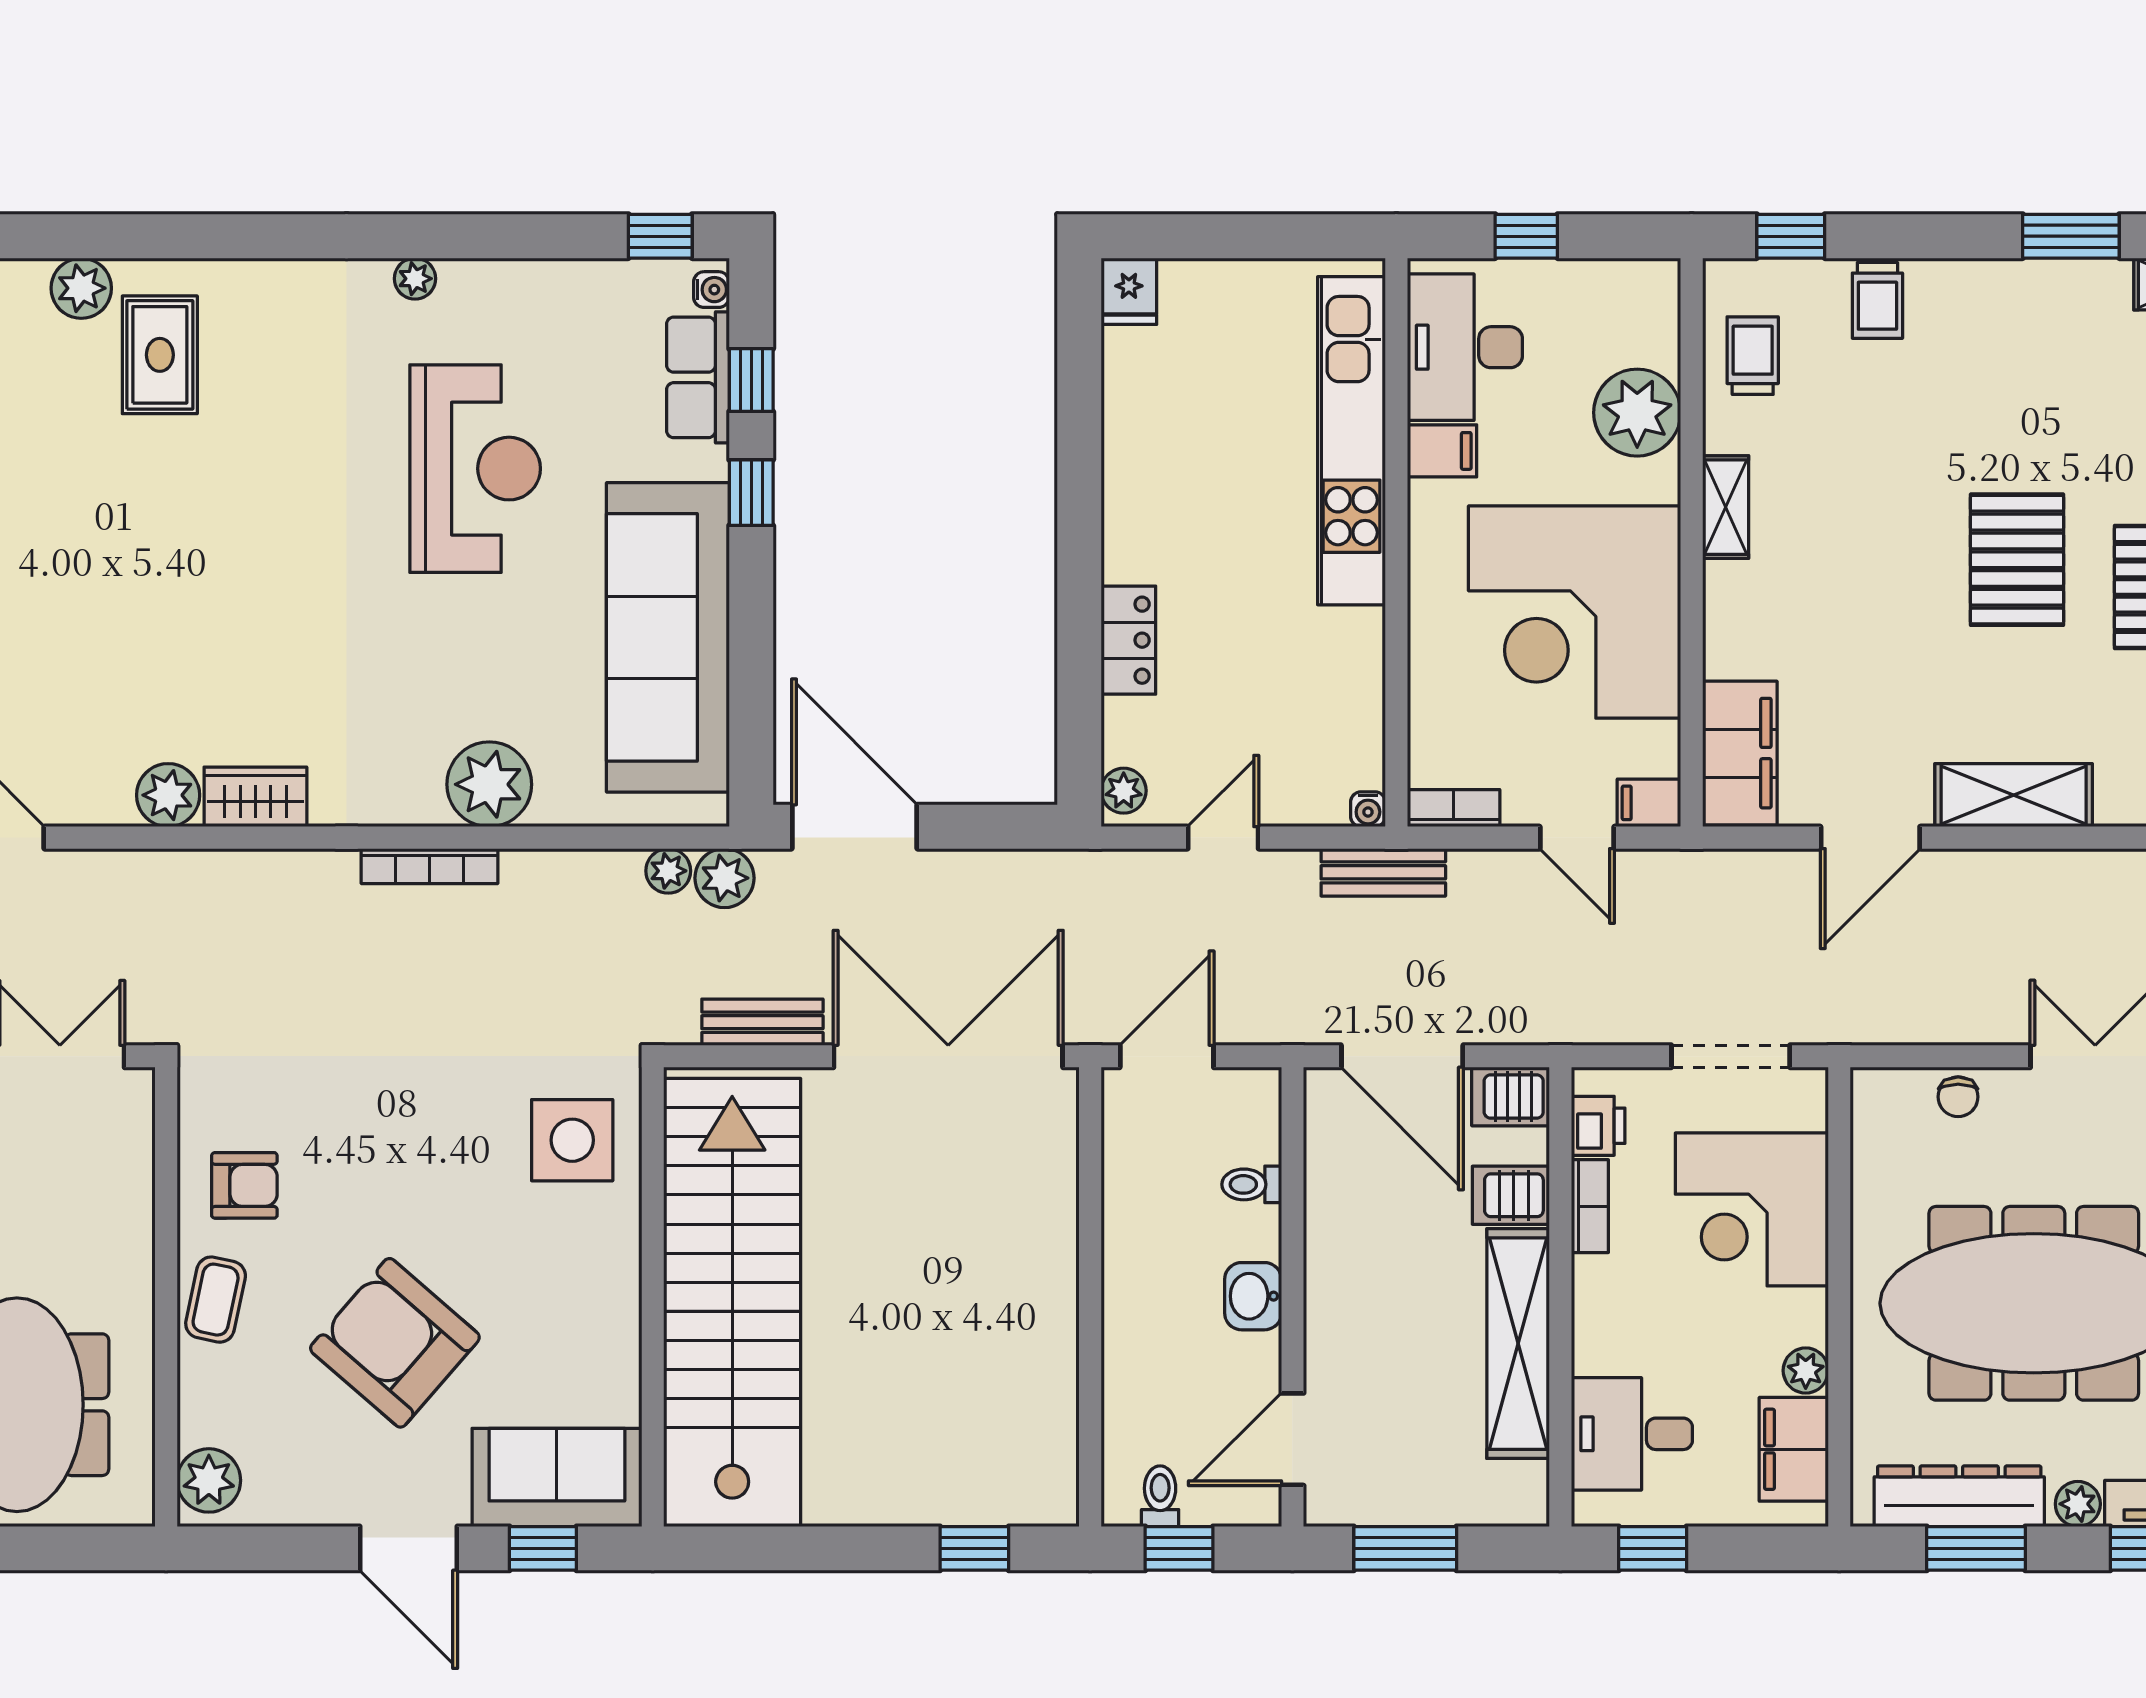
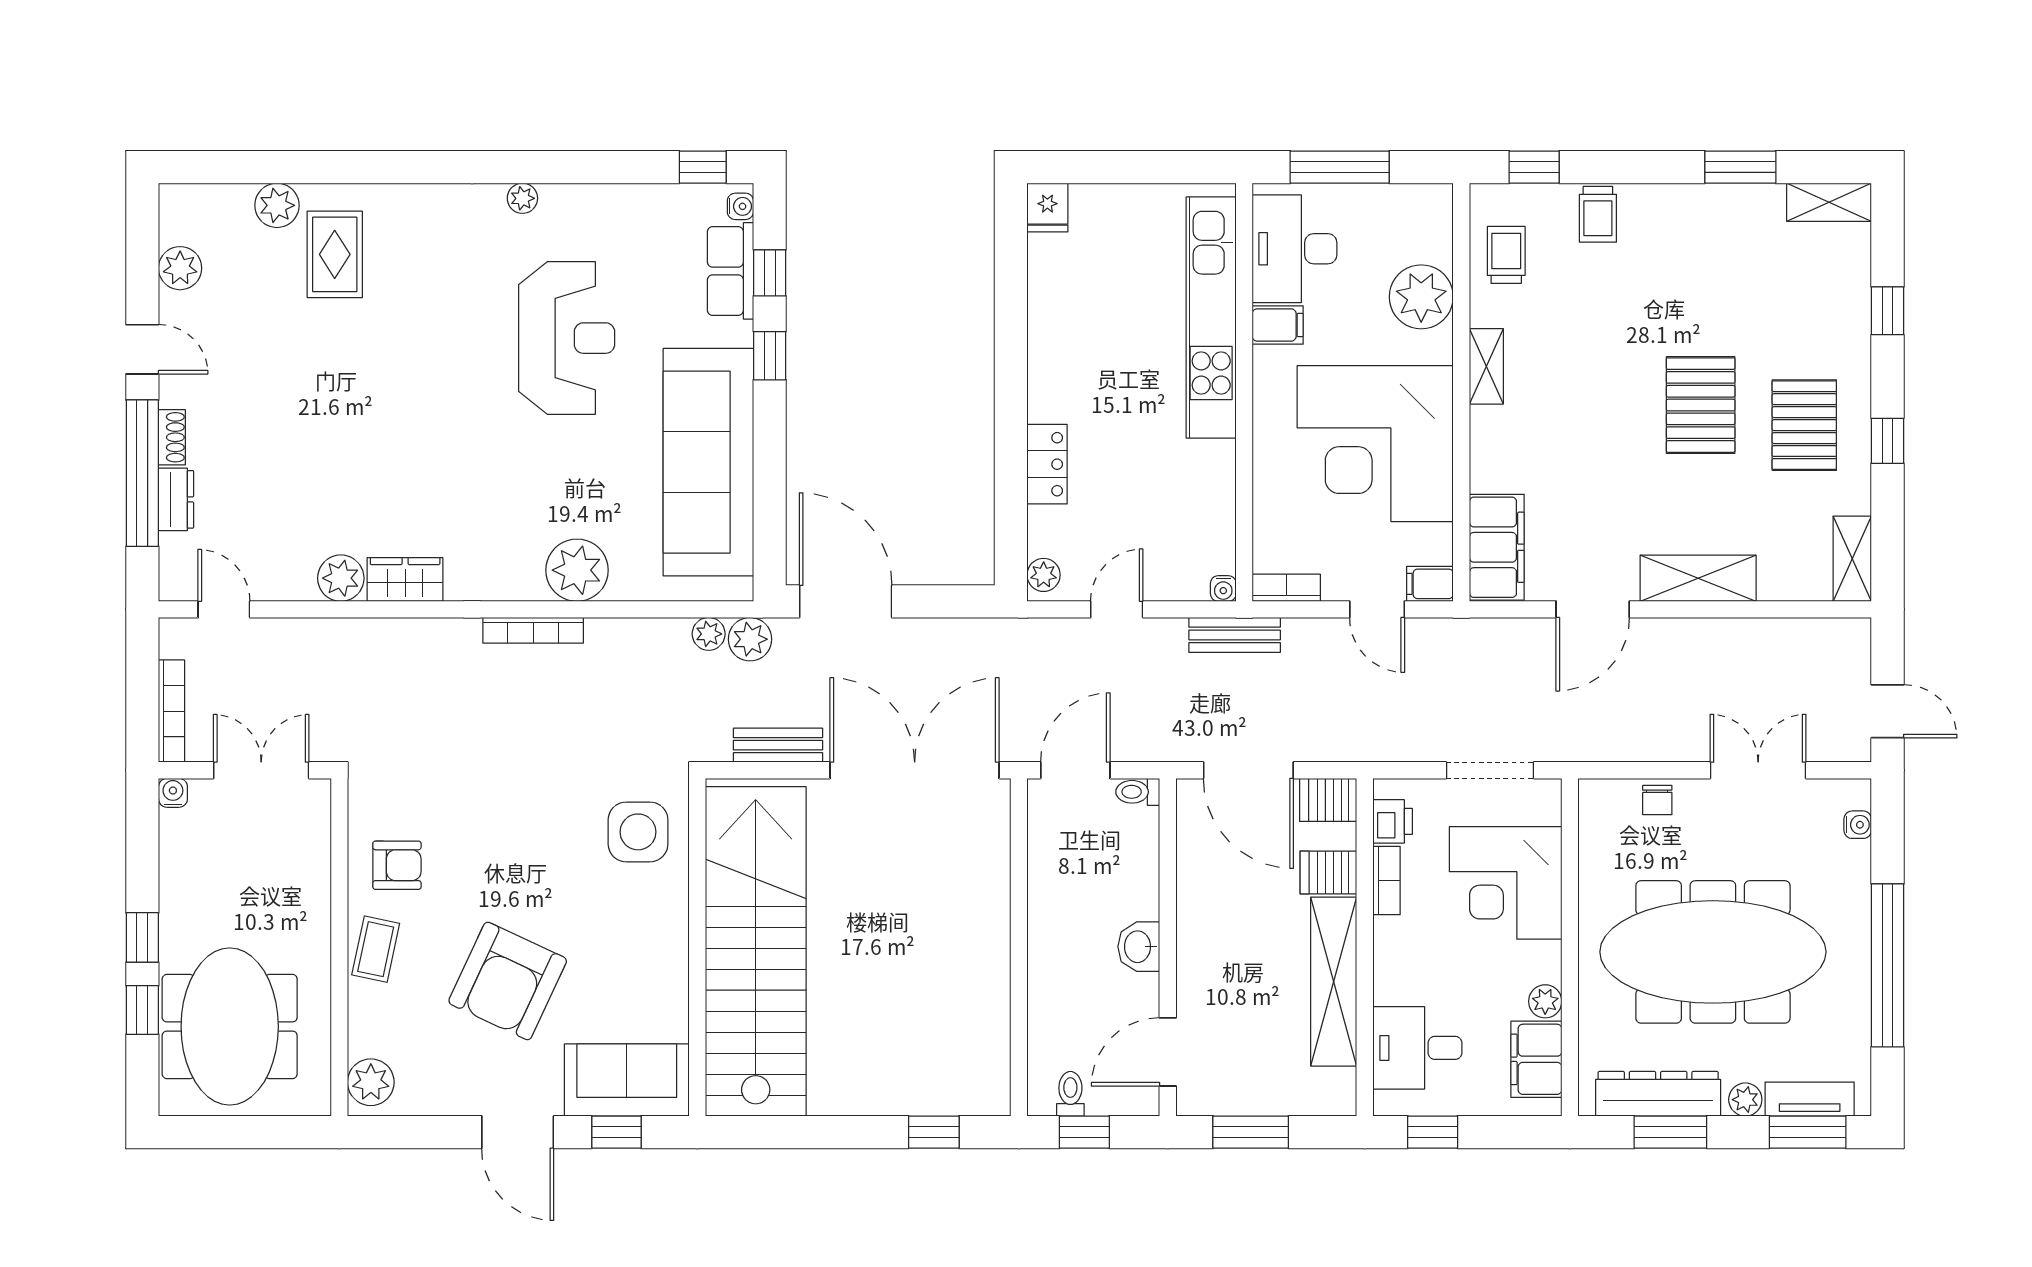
window: (1526, 236) -> (1340, 167), width x2.17
toilet: (1252, 1184) -> (1138, 792), moved
armchair: (395, 1343) -> (508, 981), turned -106

